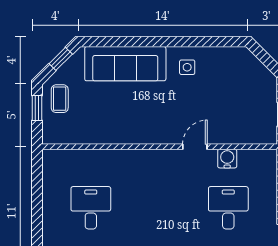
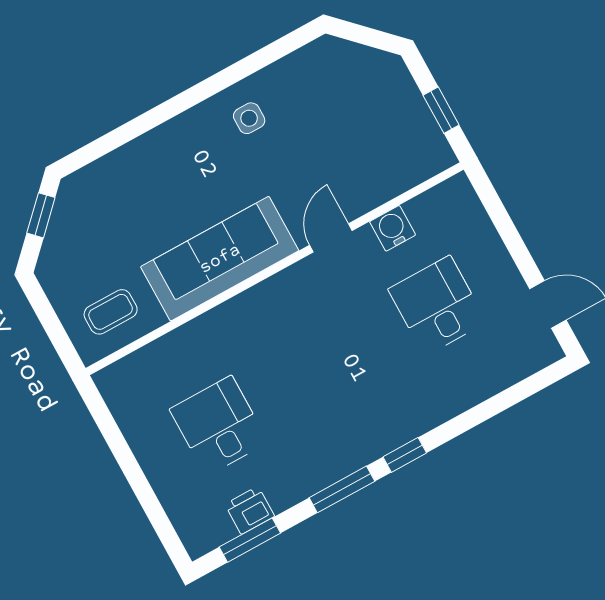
sofa: (125, 64) -> (220, 259), moved, turned 180
coffee table: (60, 99) -> (111, 312), moved, turned 90
window: (37, 108) -> (46, 314), removed

